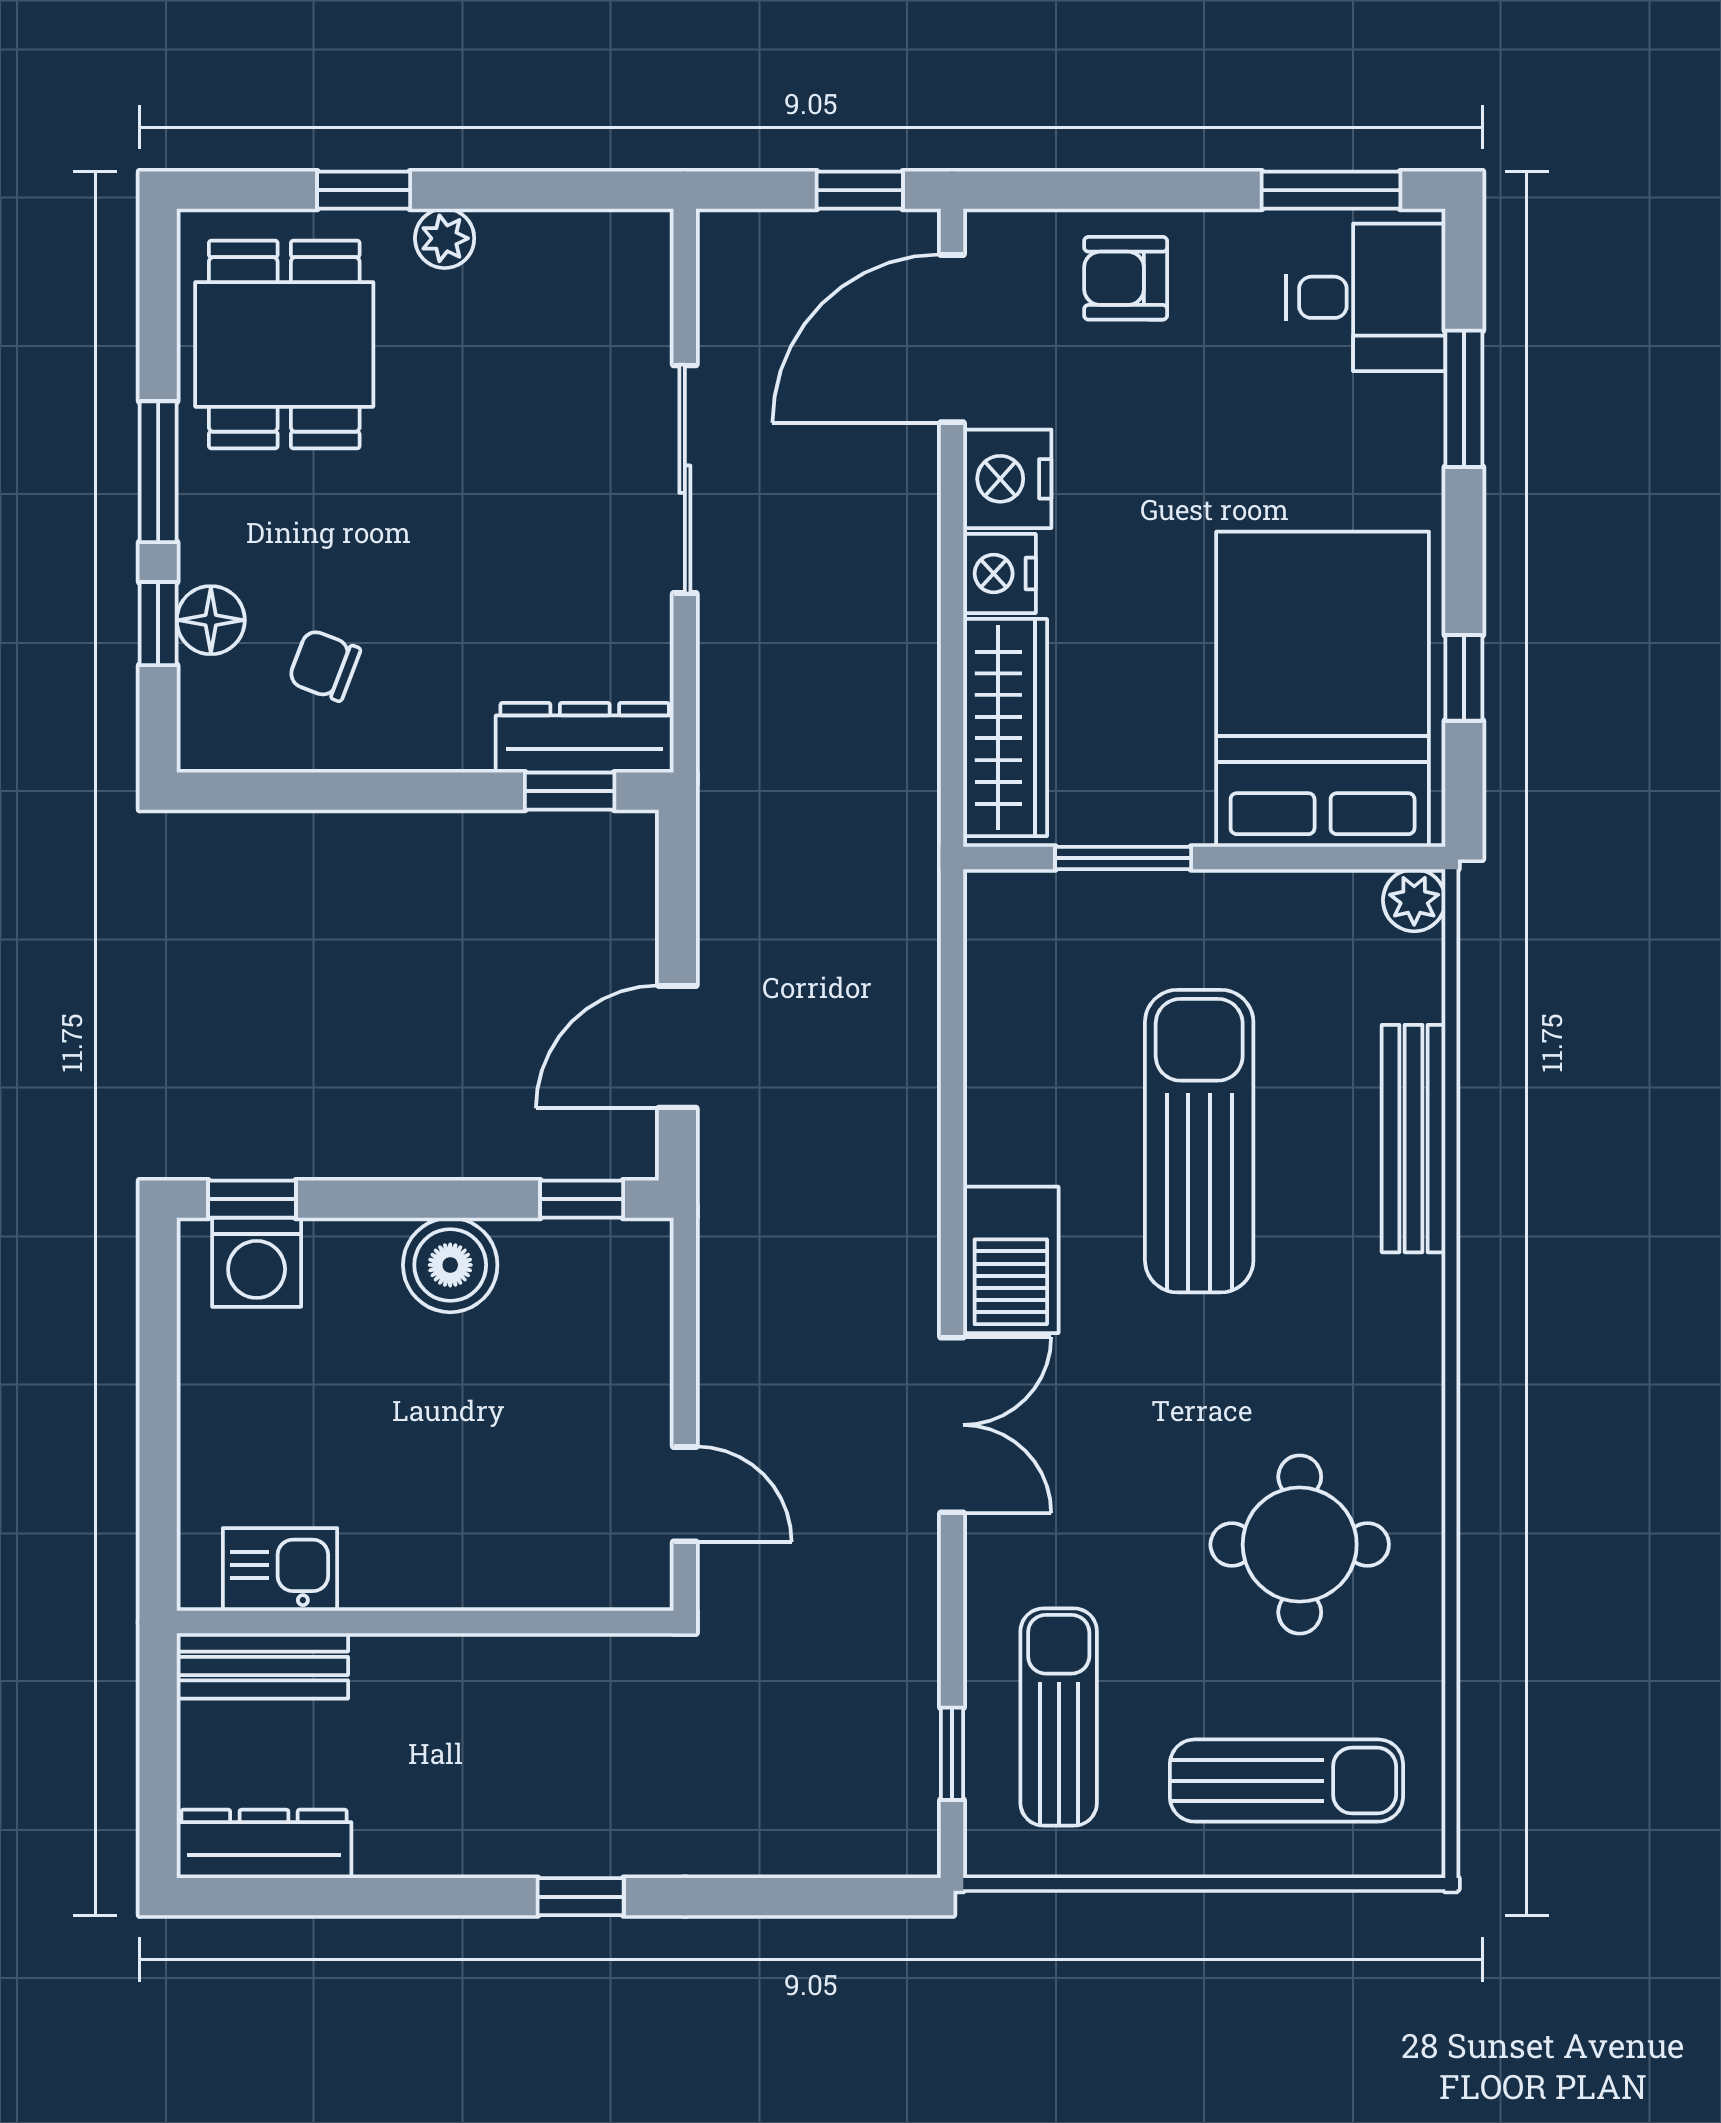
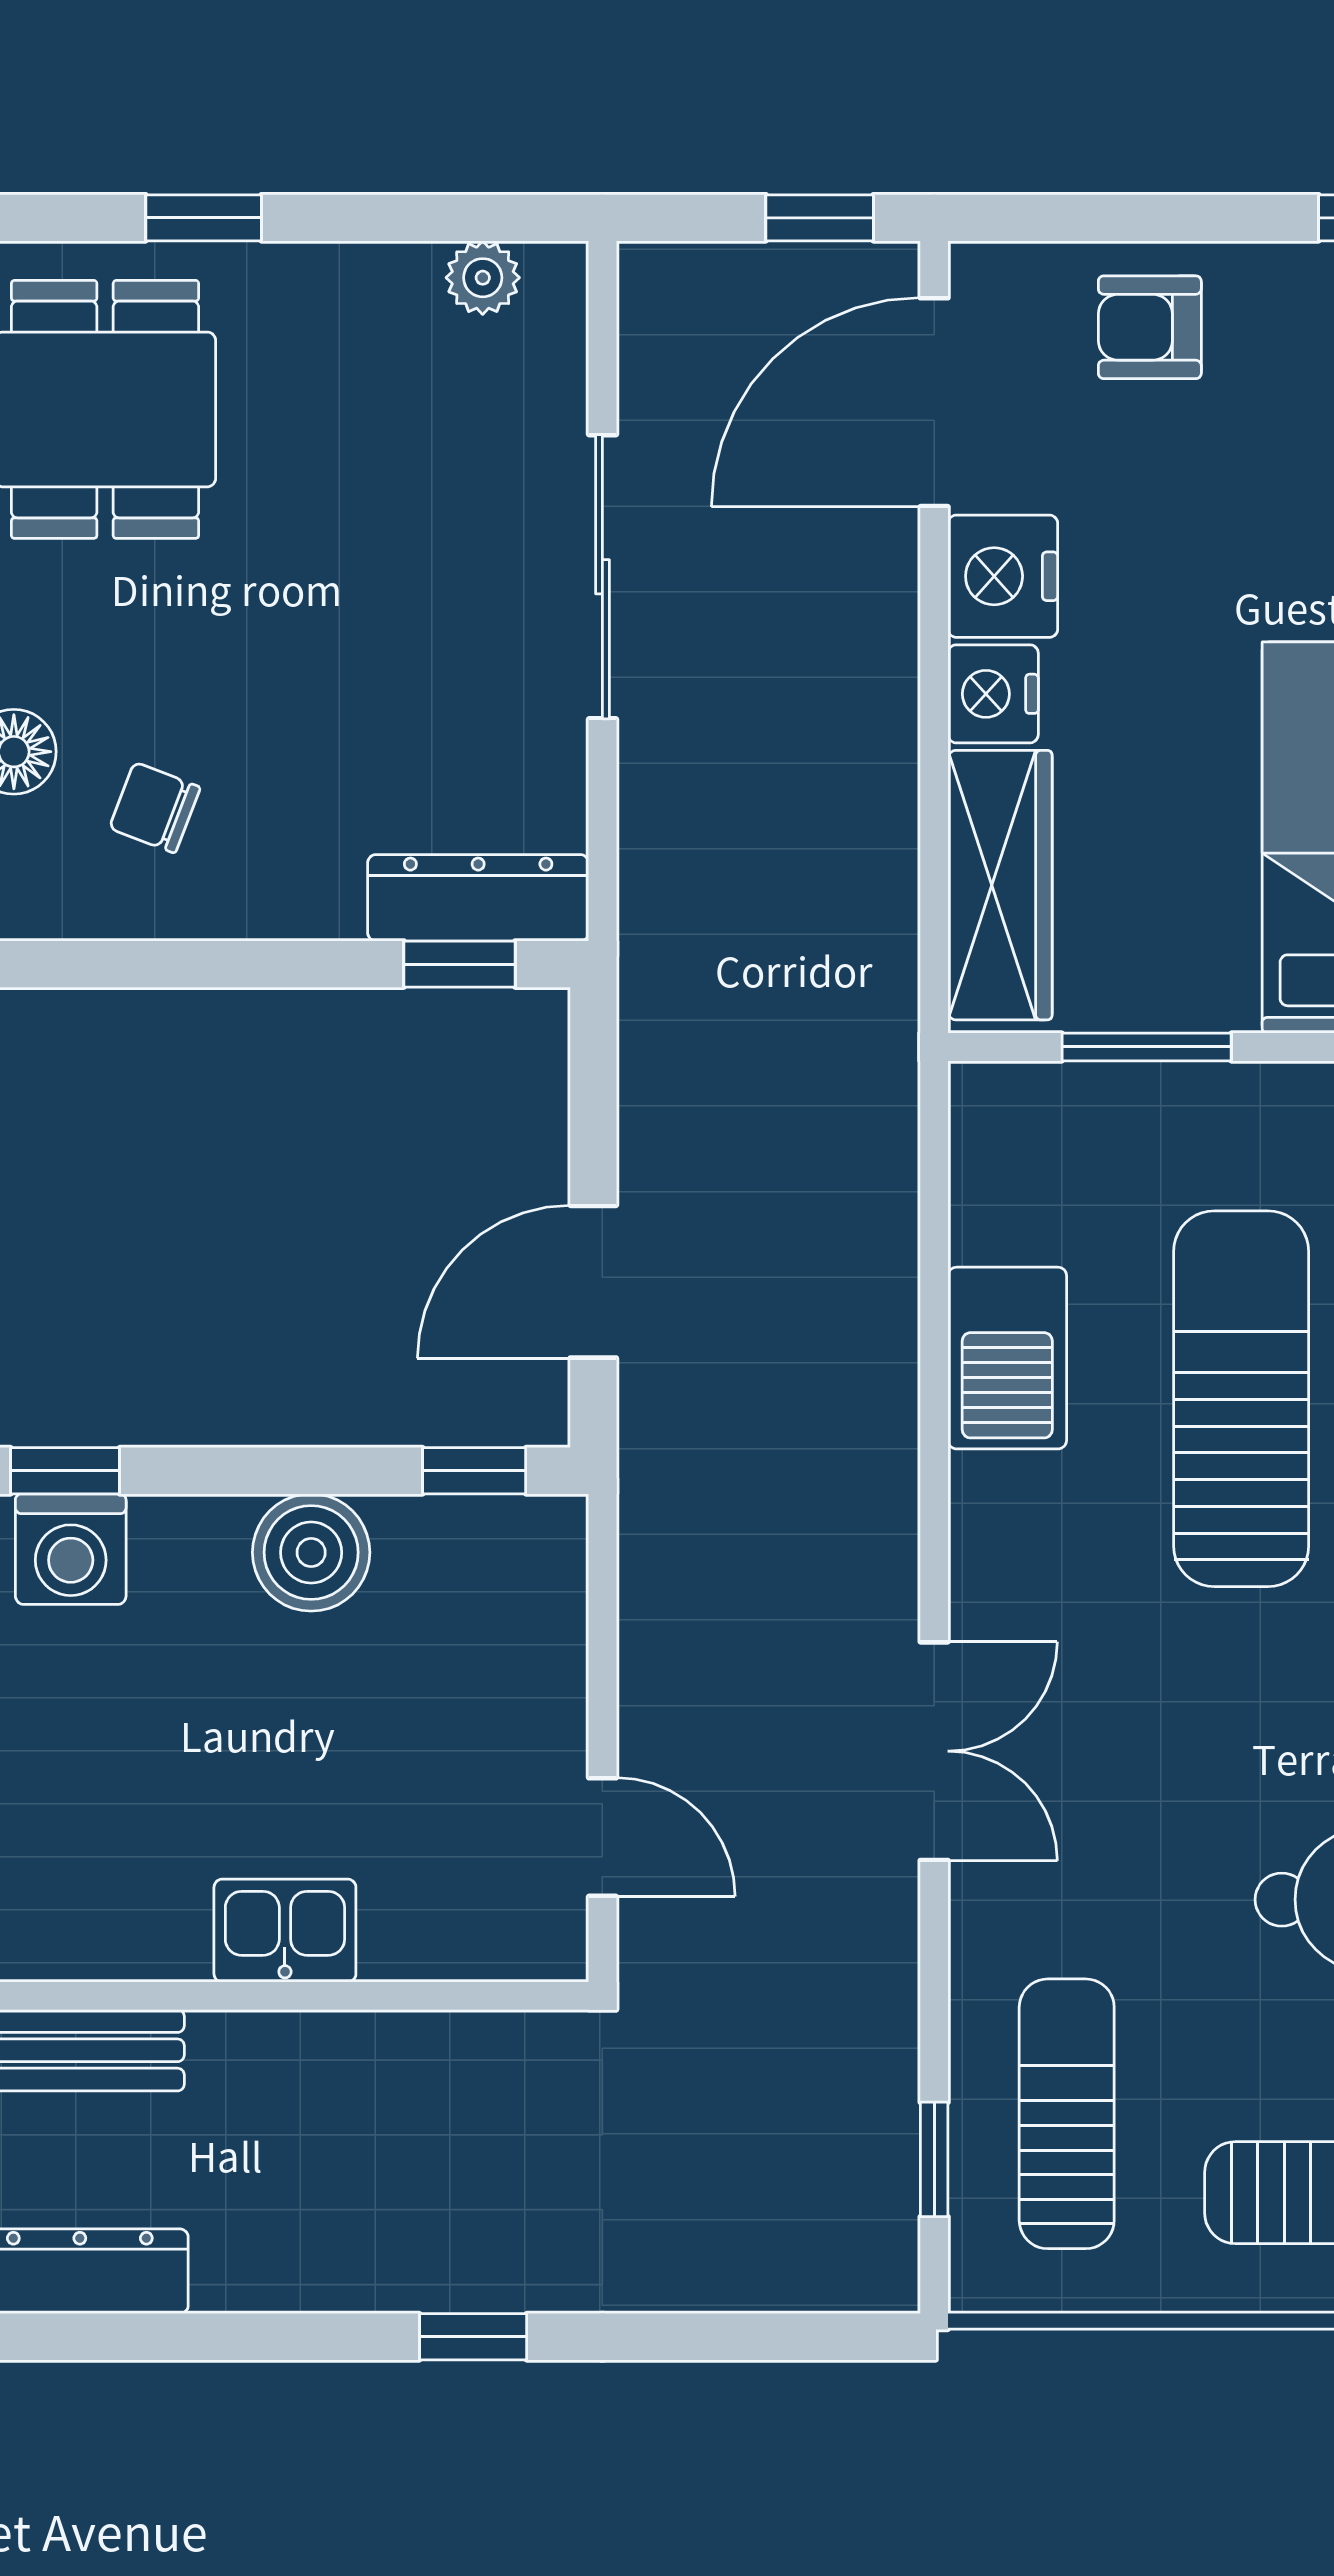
plant: (445, 238) -> (483, 278), moved
barbecue: (1011, 1260) -> (1007, 1358), moved
kitchen sink: (280, 1569) -> (285, 1931), moved

